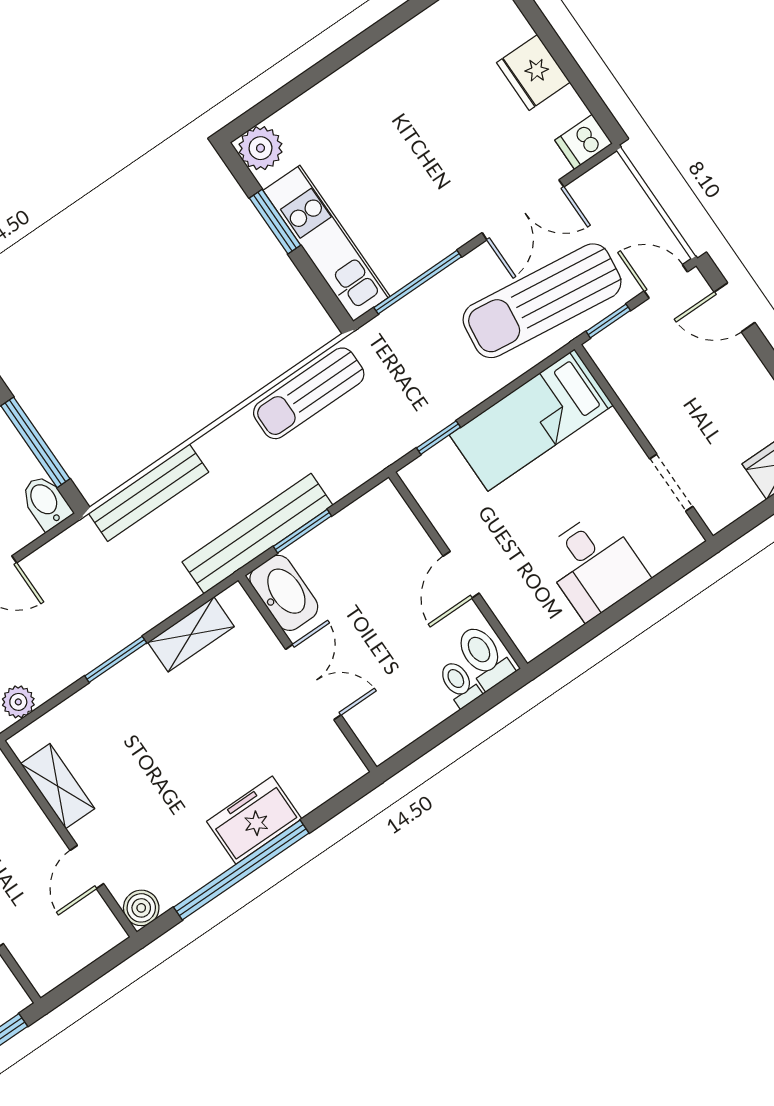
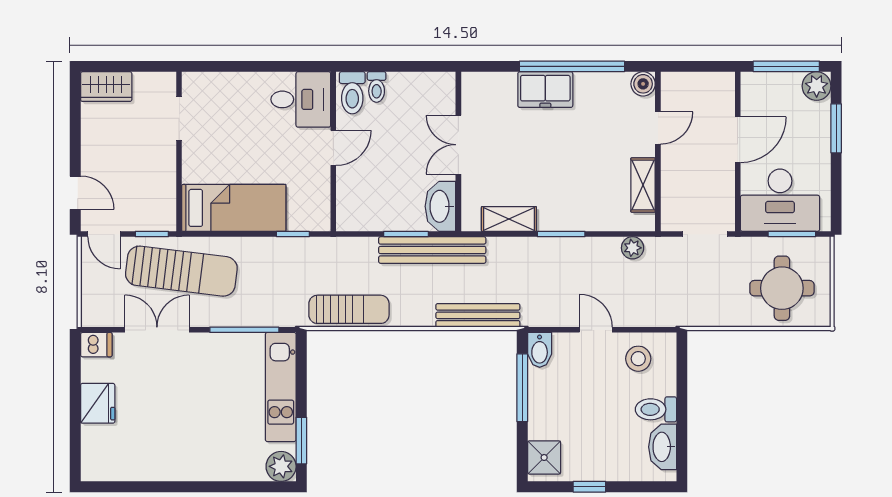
window: (275, 222) -> (301, 441), moved
desk: (594, 565) -> (301, 99), moved, turned 90

